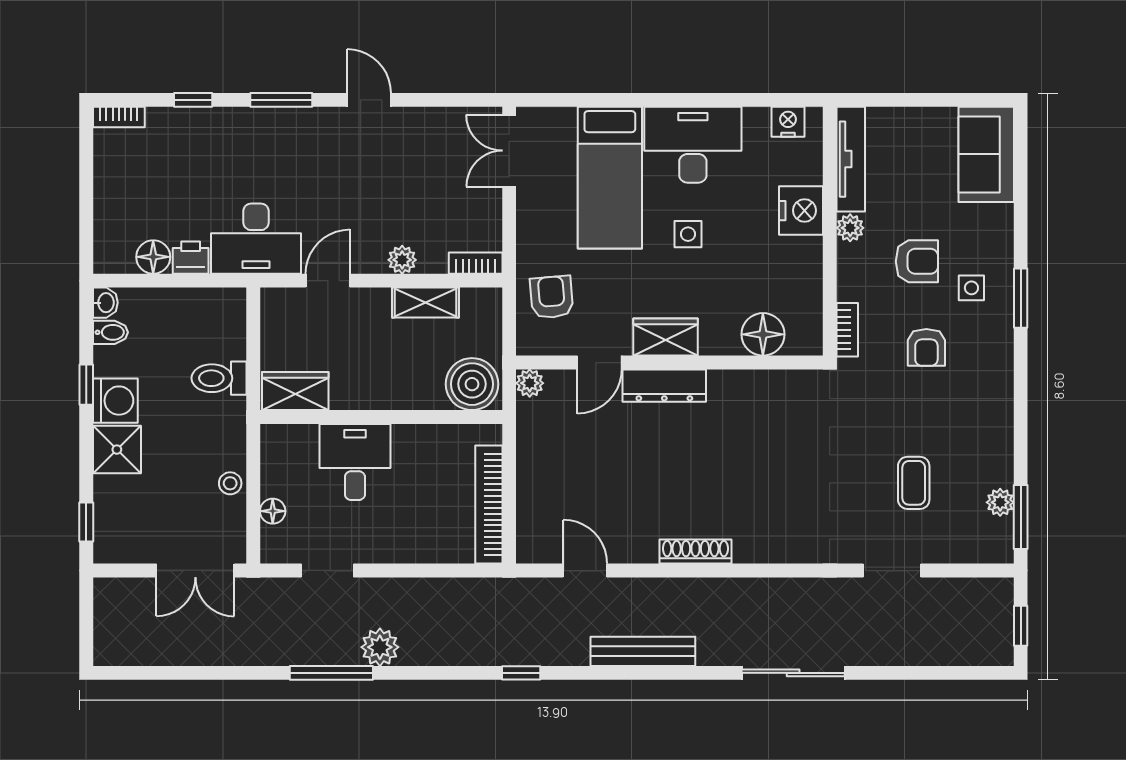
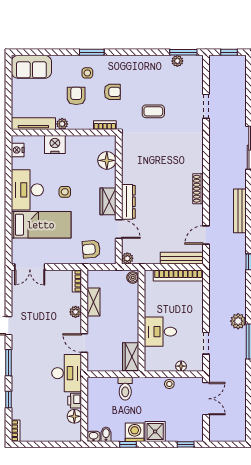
boiler: (472, 384) -> (133, 277), width x0.54, depth x0.54
coffee table: (914, 483) -> (153, 111), moved
bench: (530, 513) -> (182, 258), added

